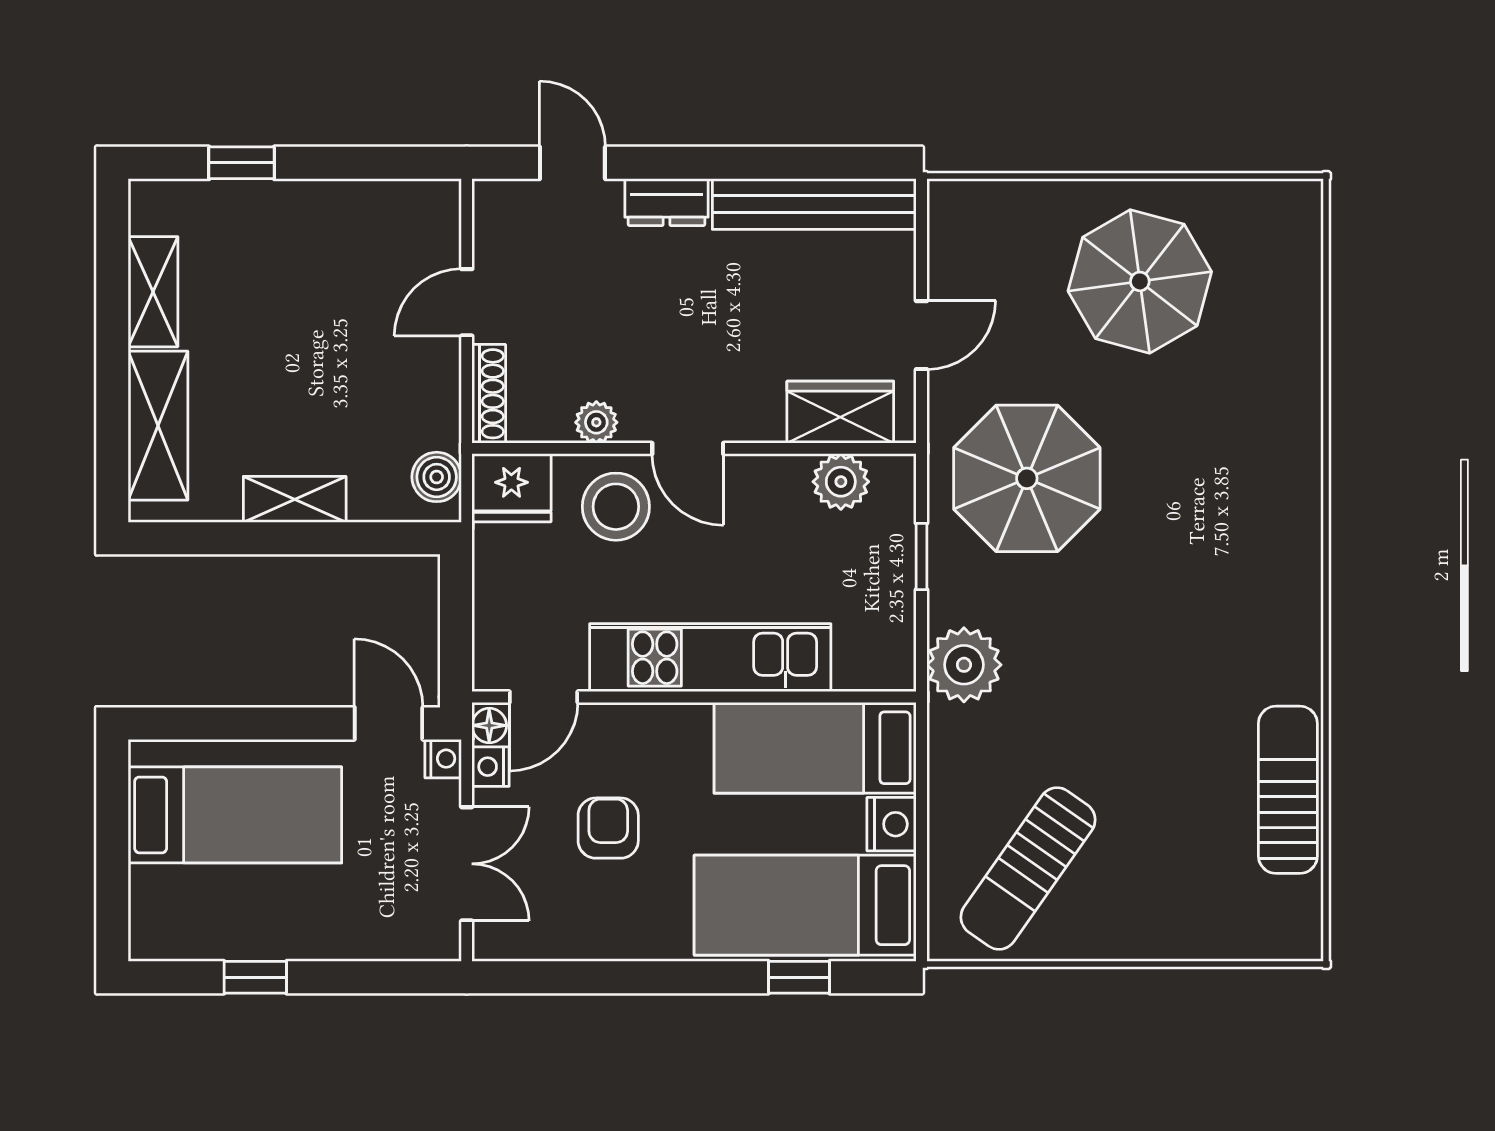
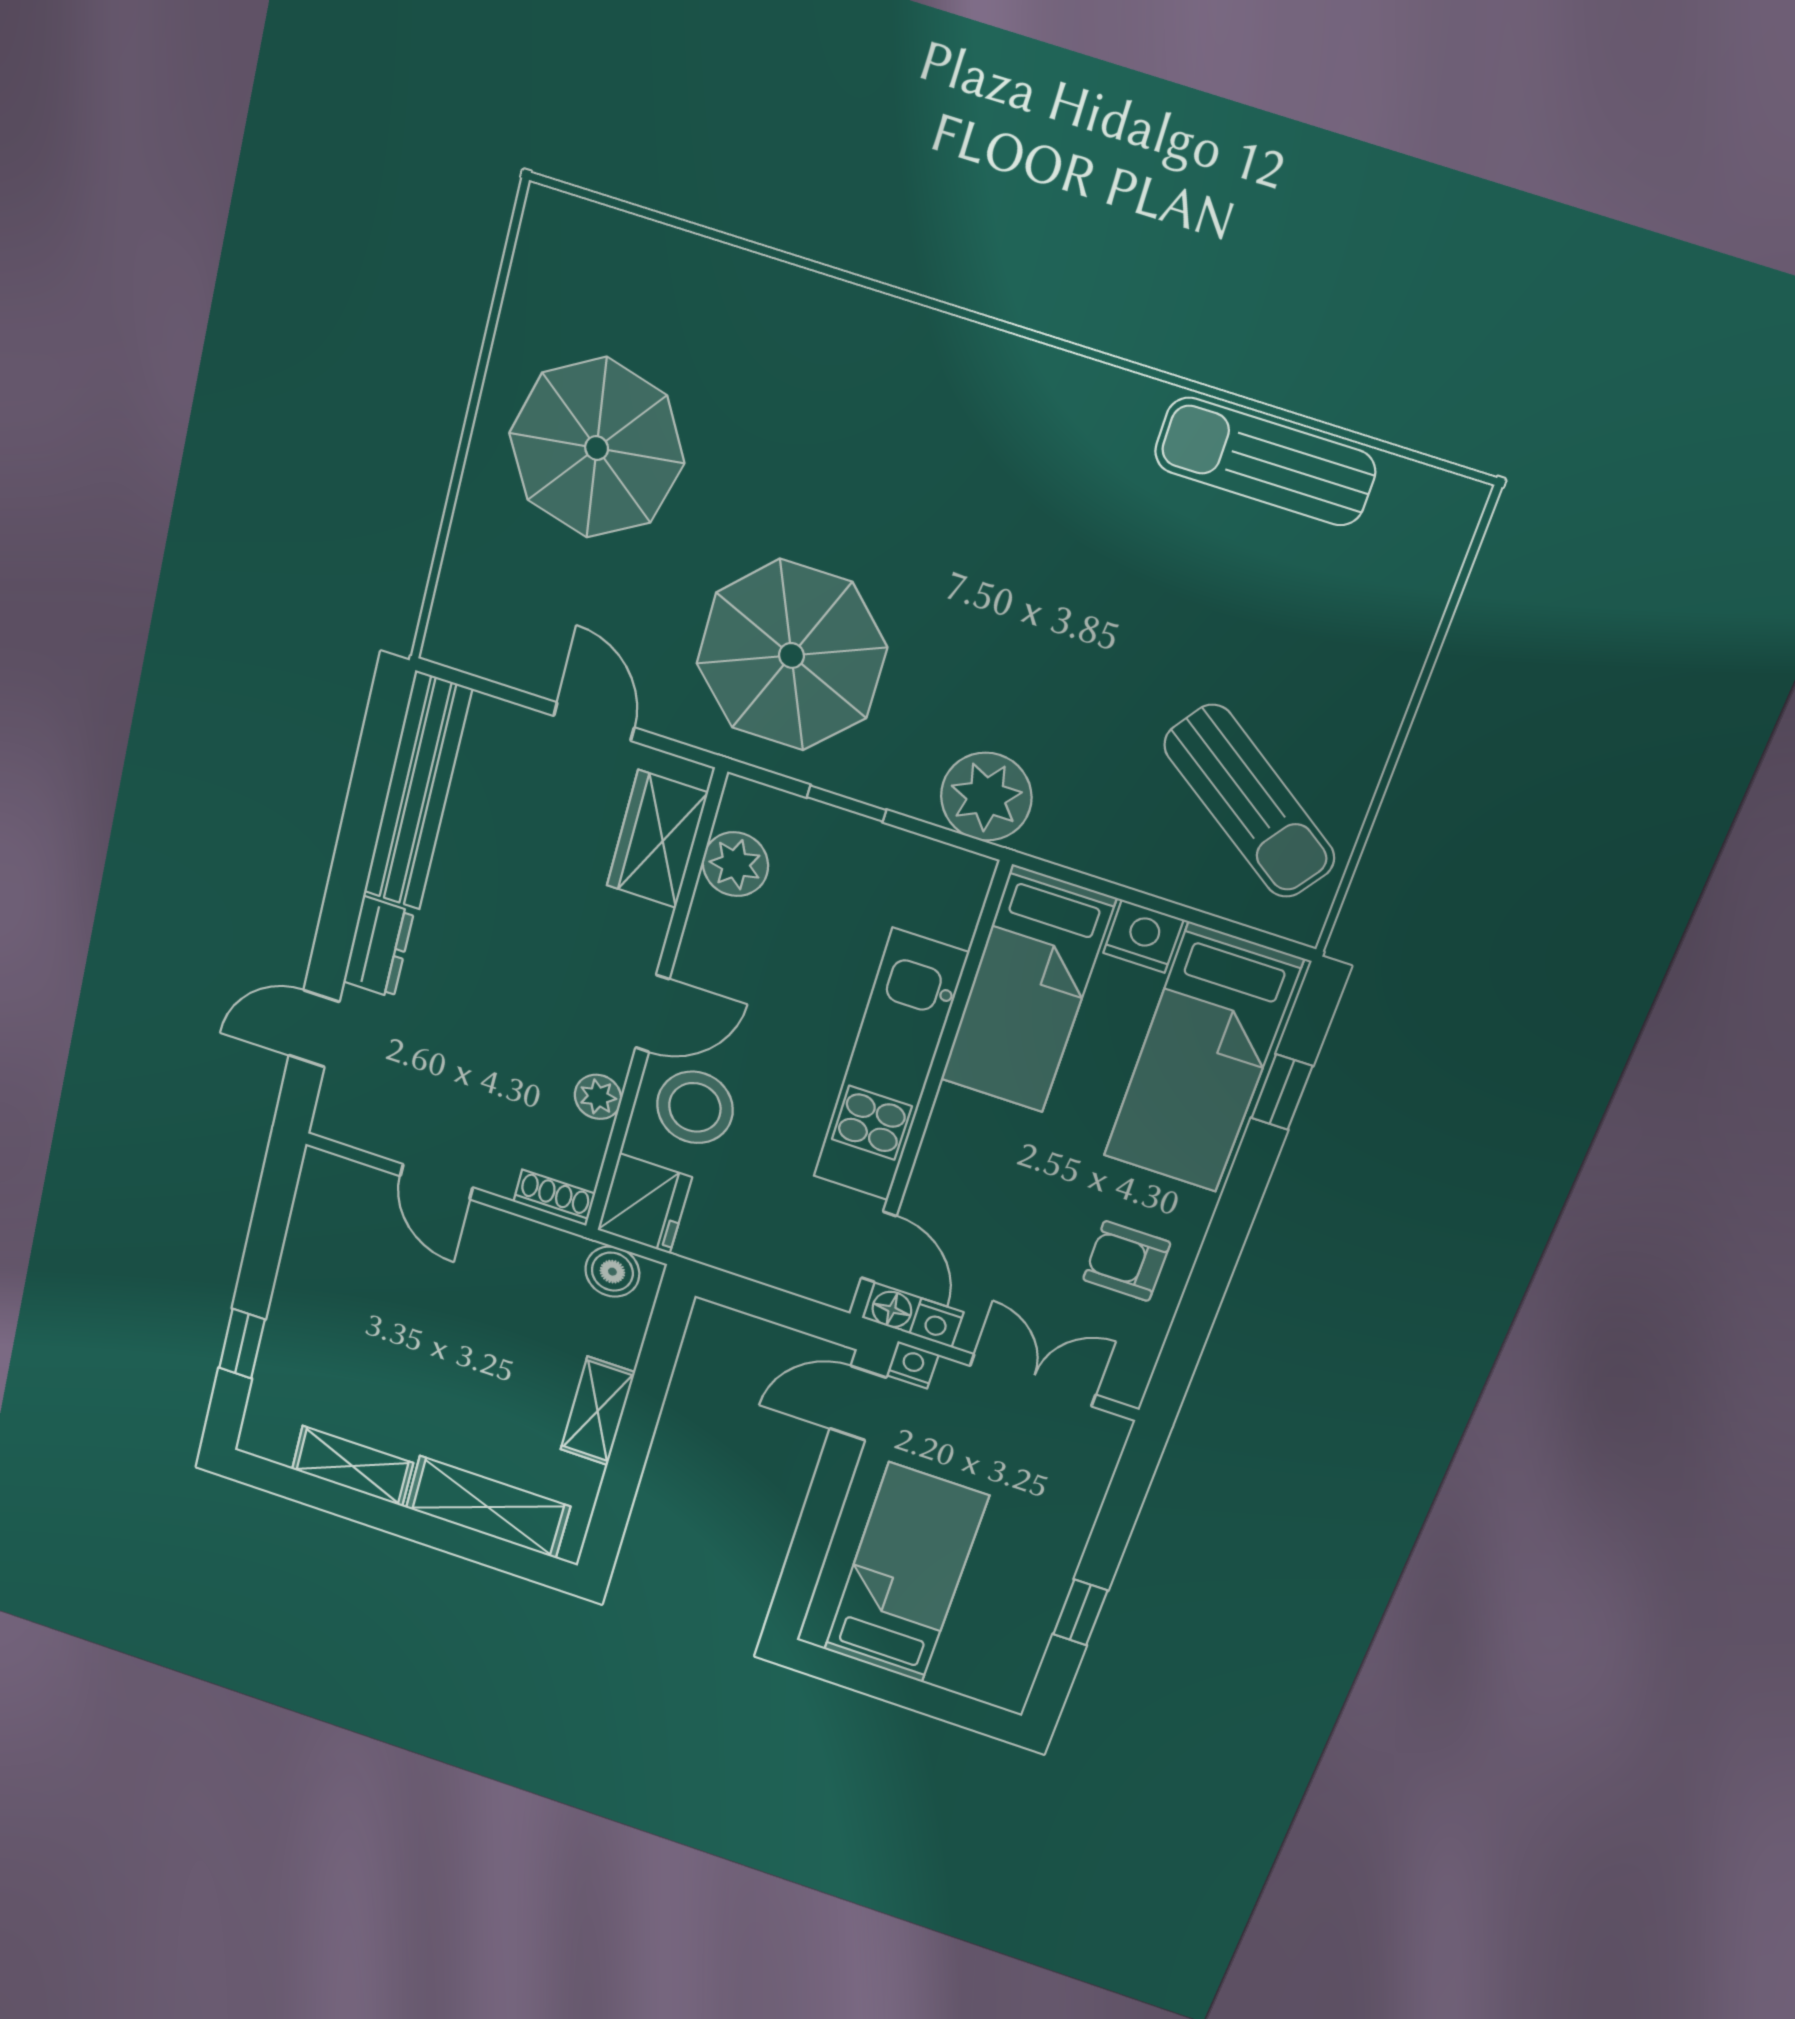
shoe rack: (489, 394) -> (554, 1198), width x0.70
armchair: (608, 828) -> (1127, 1261), moved

